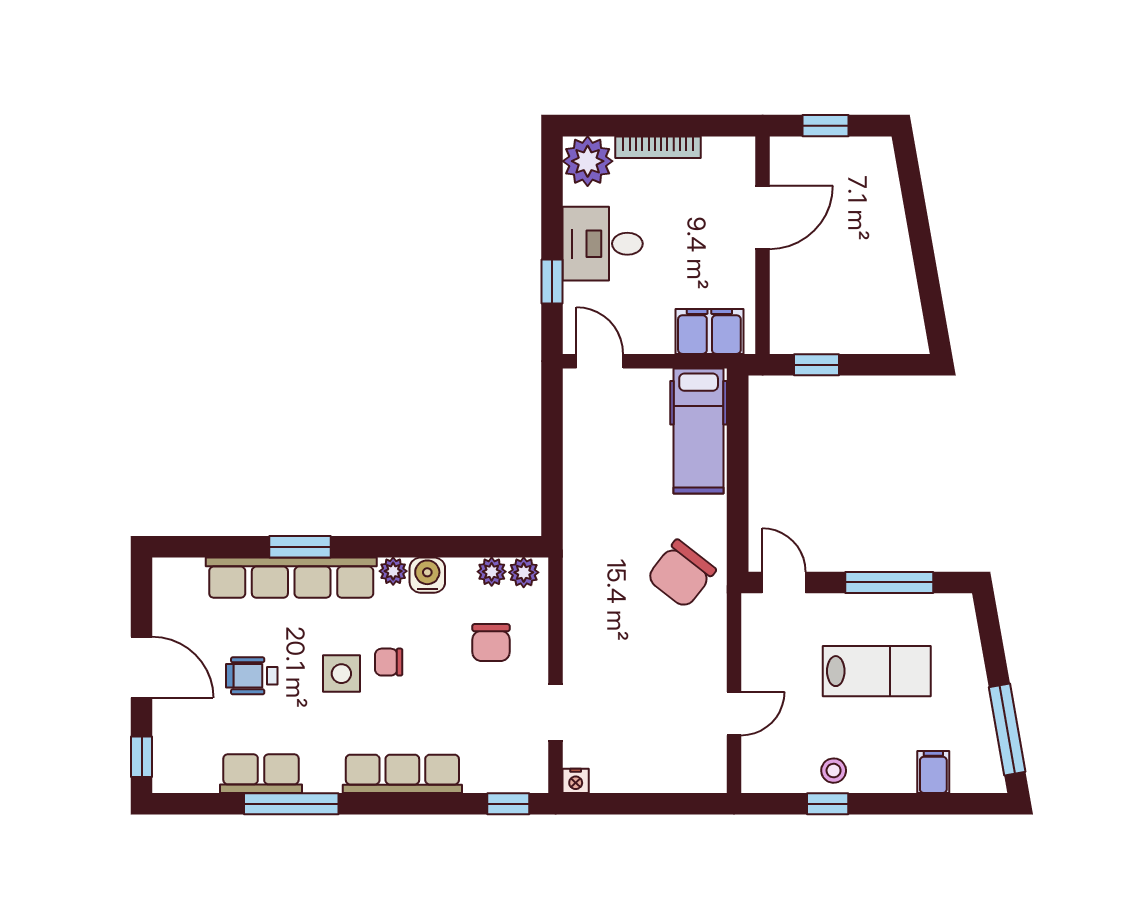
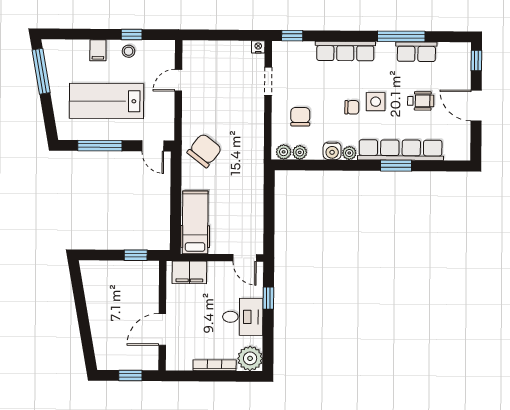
lab bench: (877, 671) -> (106, 101), width x1.36, depth x1.39
filing cabinet: (933, 772) -> (98, 50), moved

